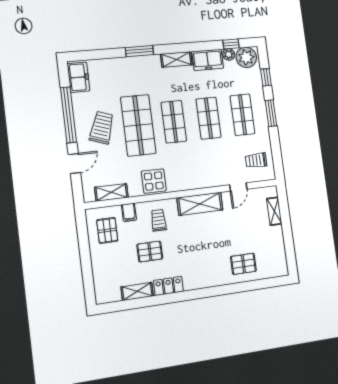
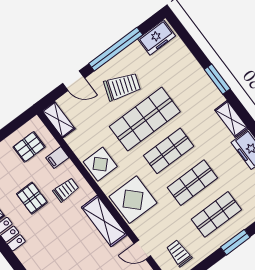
display table: (196, 172) -> (133, 200), added
shelving: (111, 192) -> (59, 120), moved

